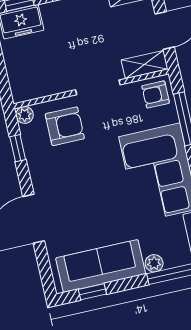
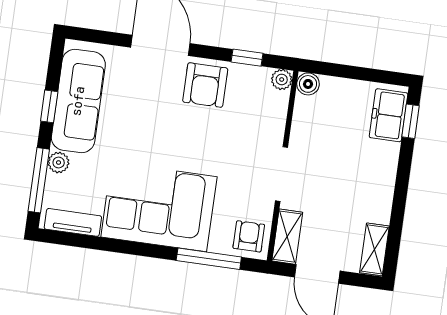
boiler: (20, 93) -> (308, 84), added
armchair: (65, 126) -> (205, 85), moved
window: (92, 292) -> (49, 106), moved

